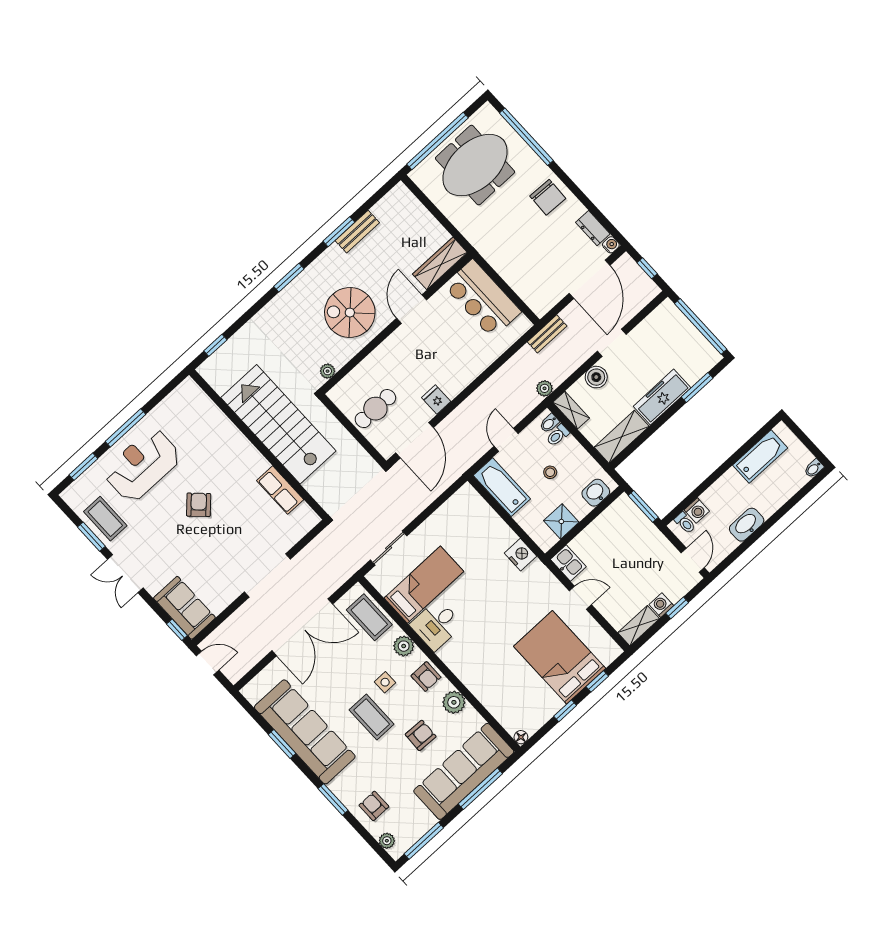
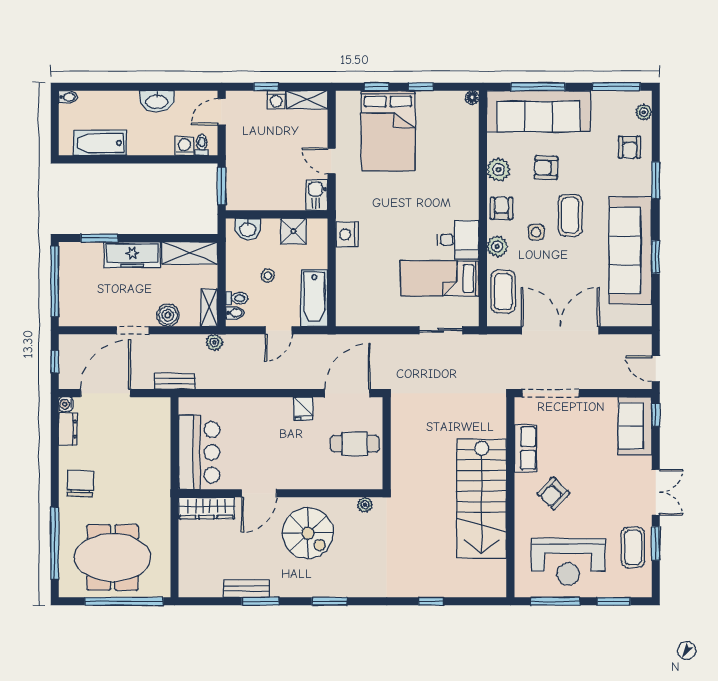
stairs: (278, 424) -> (482, 499), moved
wall: (259, 445) -> (510, 497), moved
row of seats: (280, 490) -> (526, 448), moved

